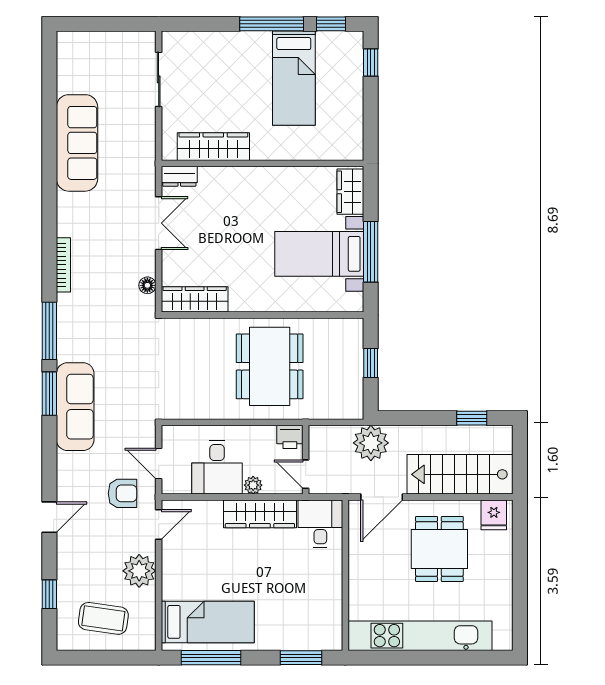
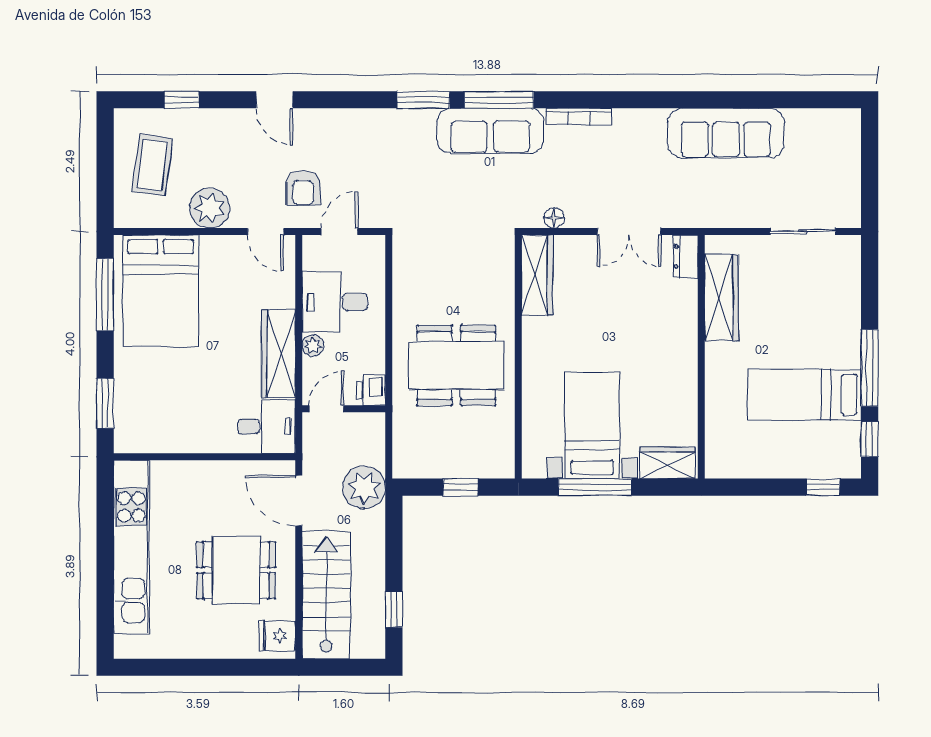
sofa: (75, 407) -> (490, 131), moved
bed: (208, 622) -> (161, 291), width x1.50

